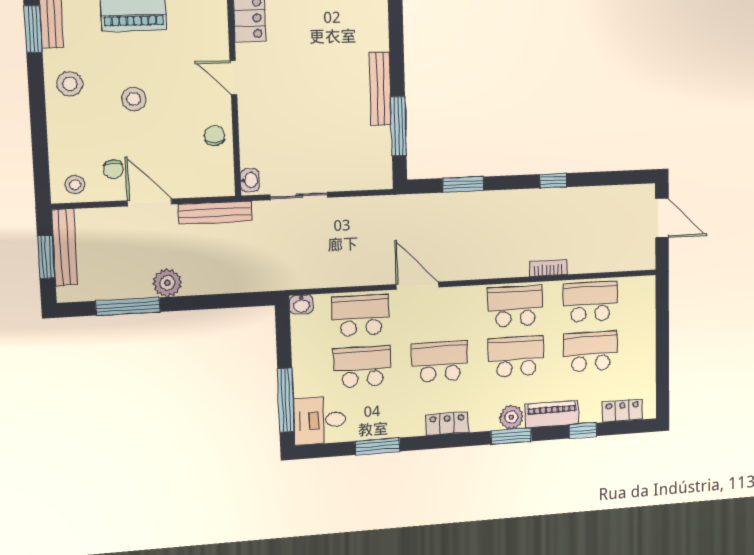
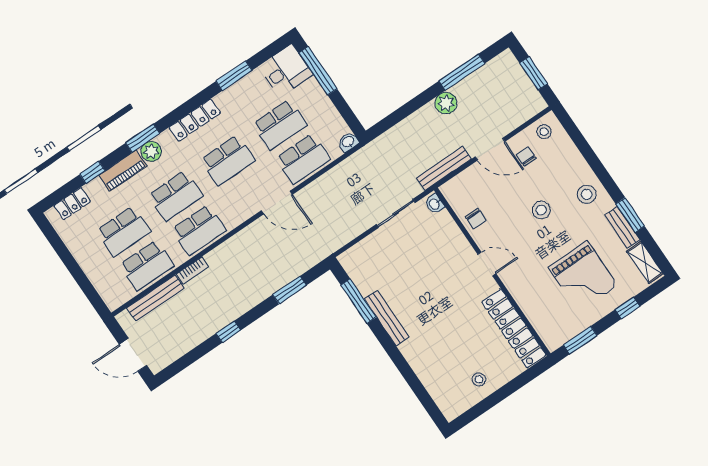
bench: (65, 247) -> (156, 298), moved, turned 90
locker: (447, 424) -> (195, 120), width x1.53

